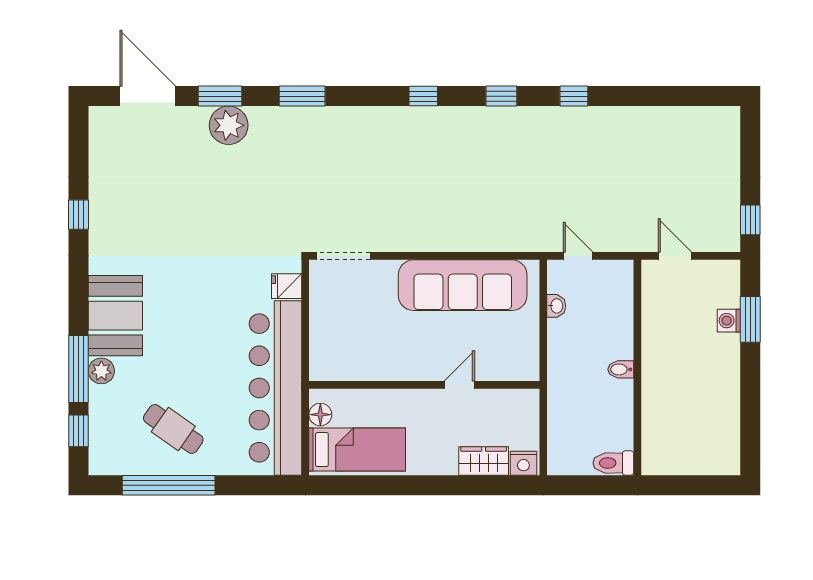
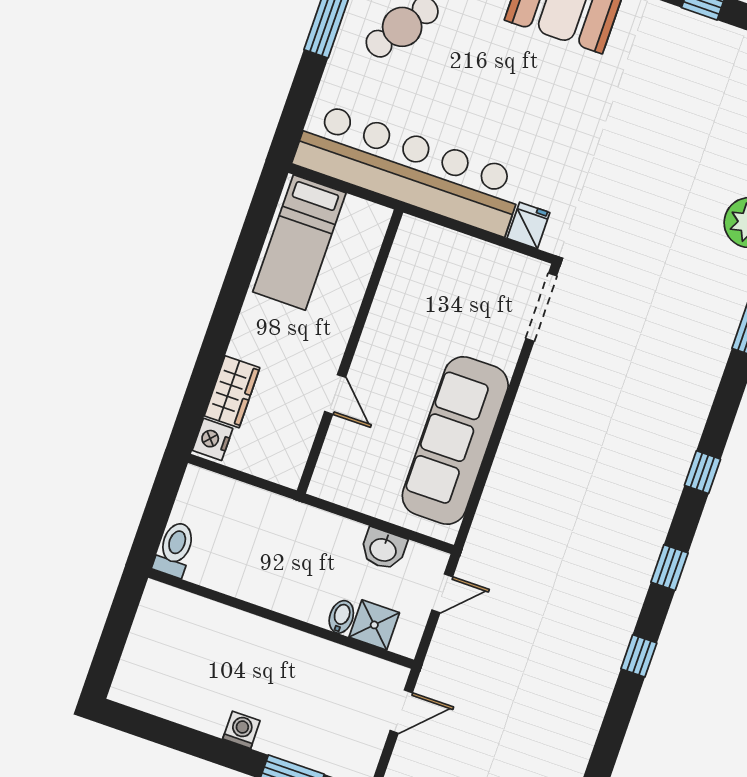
shower: (618, 298) -> (374, 625), added
washbasin: (556, 306) -> (383, 549), width x1.38, depth x1.45
washing machine: (729, 321) -> (241, 730), moved
bidet: (621, 369) -> (341, 617), moved
floor lamp: (320, 415) -> (358, 212), removed

